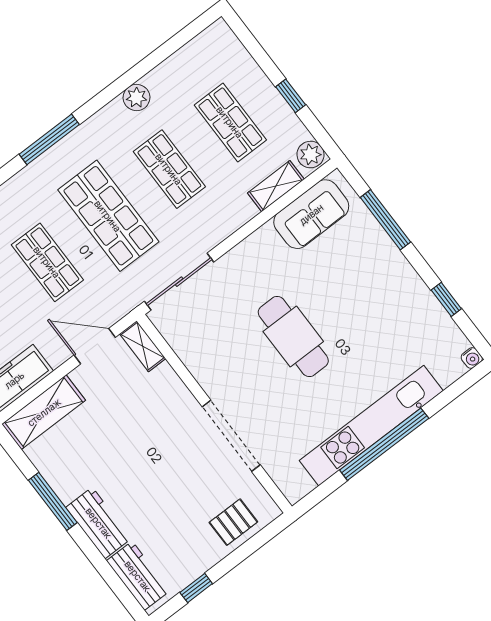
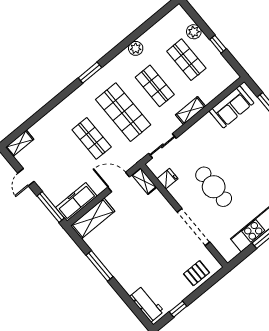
window: (49, 139) -> (90, 73), width x0.69
plant: (311, 155) -> (194, 32), moved
shelving: (276, 186) -> (191, 111), moved
sliding door: (179, 282) -> (162, 146), width x0.73
cafe table: (293, 336) -> (214, 187), moved
fridge: (186, 344) -> (168, 179), added
workbench: (99, 523) -> (125, 277), removed

